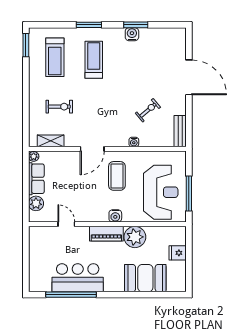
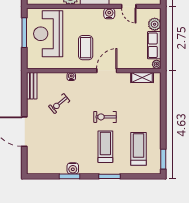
treadmill: (94, 60) -> (105, 147), turned 180
exercise bike: (59, 107) -> (105, 117), moved
water cooler: (115, 216) -> (109, 14), moved

